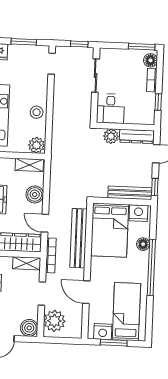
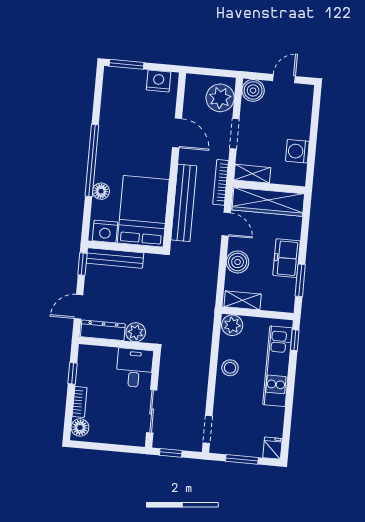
window: (142, 47) -> (90, 446), removed
bed: (126, 312) -> (127, 105), removed
window: (114, 343) -> (126, 64), moved

